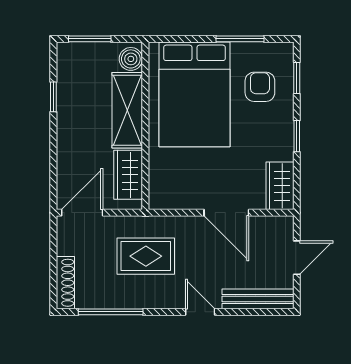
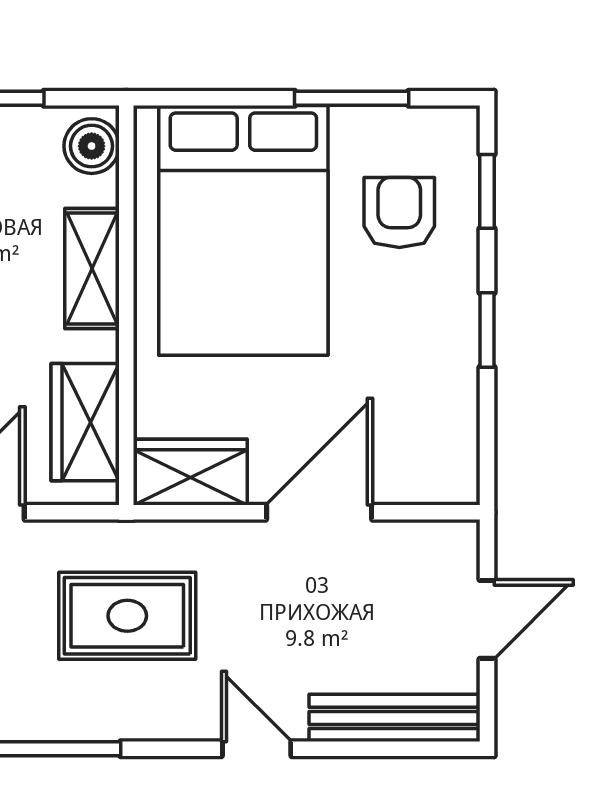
shelving: (127, 110) -> (92, 269), width x0.67, depth x0.75
wardrobe: (280, 186) -> (190, 472), moved, turned 90
door: (226, 213) -> (319, 512), swing flipped

